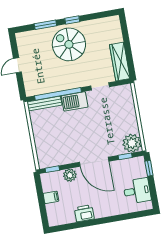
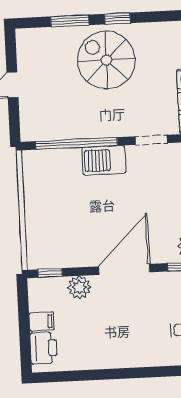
bench: (44, 103) -> (51, 157), removed
door: (94, 162) -> (124, 269), swing flipped
printer: (84, 213) -> (44, 348), moved, turned 90

